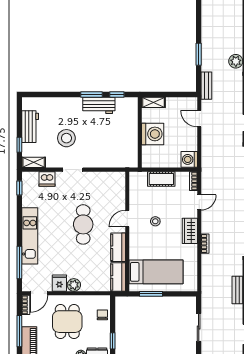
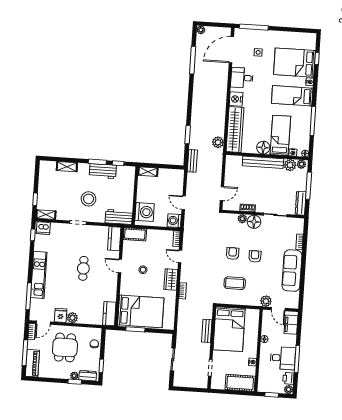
shelving: (55, 103) -> (67, 167), added
door: (199, 119) -> (184, 203), moved
workbench: (30, 127) -> (119, 217), moved, turned -90
washing machine: (153, 134) -> (145, 212), moved
stool: (66, 138) -> (89, 199), moved
dishwasher: (47, 179) -> (43, 228), moved
cot: (161, 179) -> (135, 234), moved
door: (199, 202) -> (180, 257), swing flipped
door: (127, 219) -> (120, 266), hinge flipped
cafe table: (83, 224) -> (83, 268), width x0.73, depth x0.74
kitchen counter: (118, 247) -> (114, 239), moved
bed: (156, 272) -> (141, 311), width x1.50

